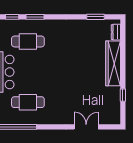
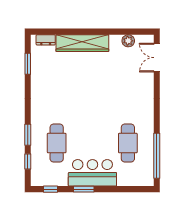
window: (123, 95) -> (120, 32), removed
plant: (115, 102) -> (128, 41), added
double door: (86, 127) -> (157, 58), moved

